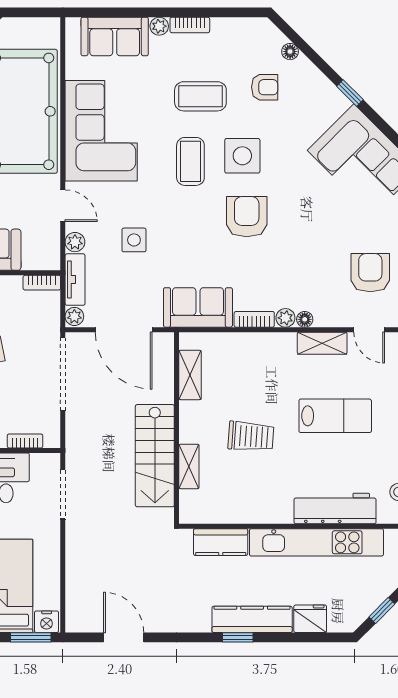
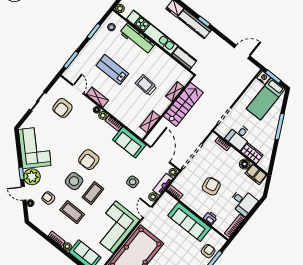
door: (317, 60) -> (24, 193), added
plant: (326, 102) -> (32, 177), added
door: (124, 637) -> (242, 52), swing flipped

